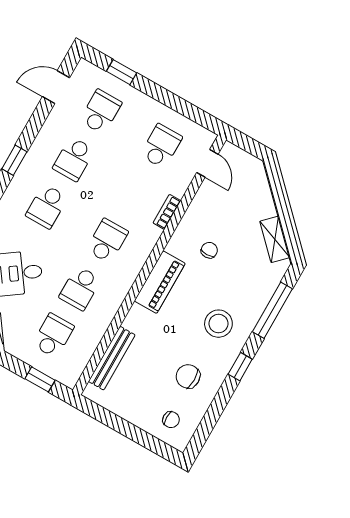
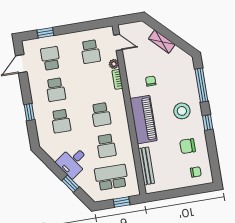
school desk: (161, 146) -> (91, 52), turned 180
plant: (179, 188) -> (114, 64), added
shelving: (275, 239) -> (162, 42), moved
school desk: (107, 241) -> (101, 114), turned 180
piano: (160, 282) -> (144, 120), width x1.37, depth x1.33
school desk: (53, 336) -> (111, 177), width x1.85

